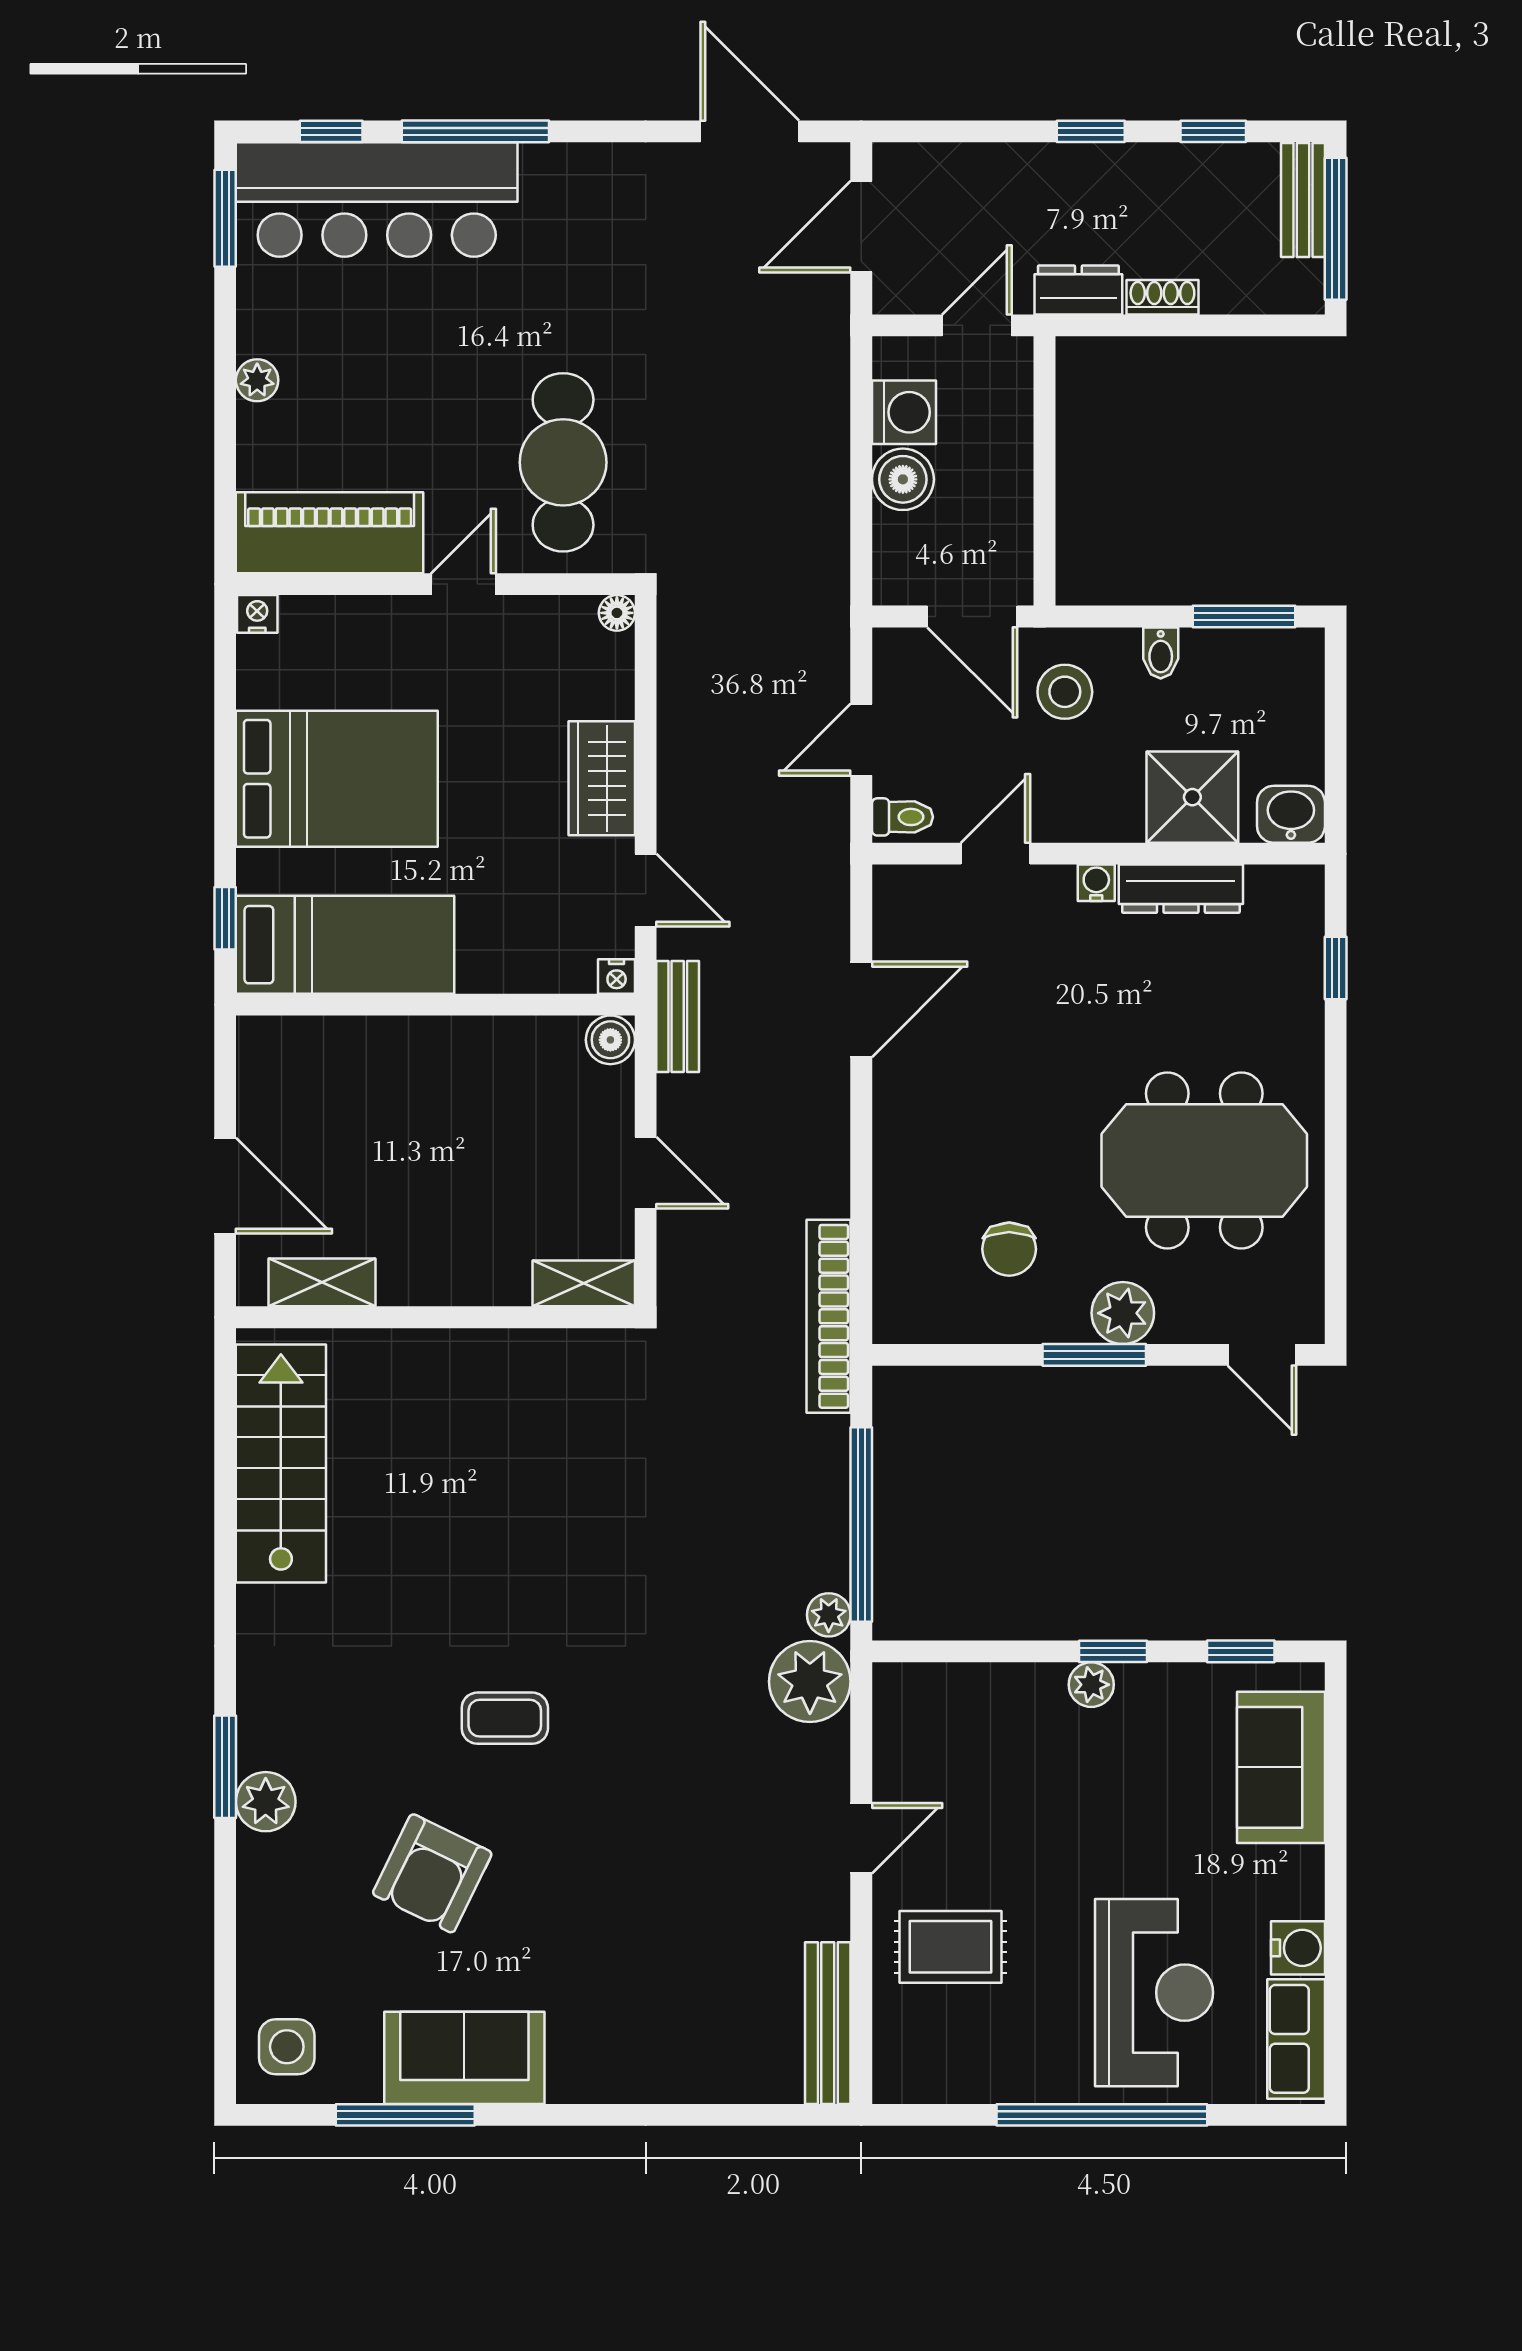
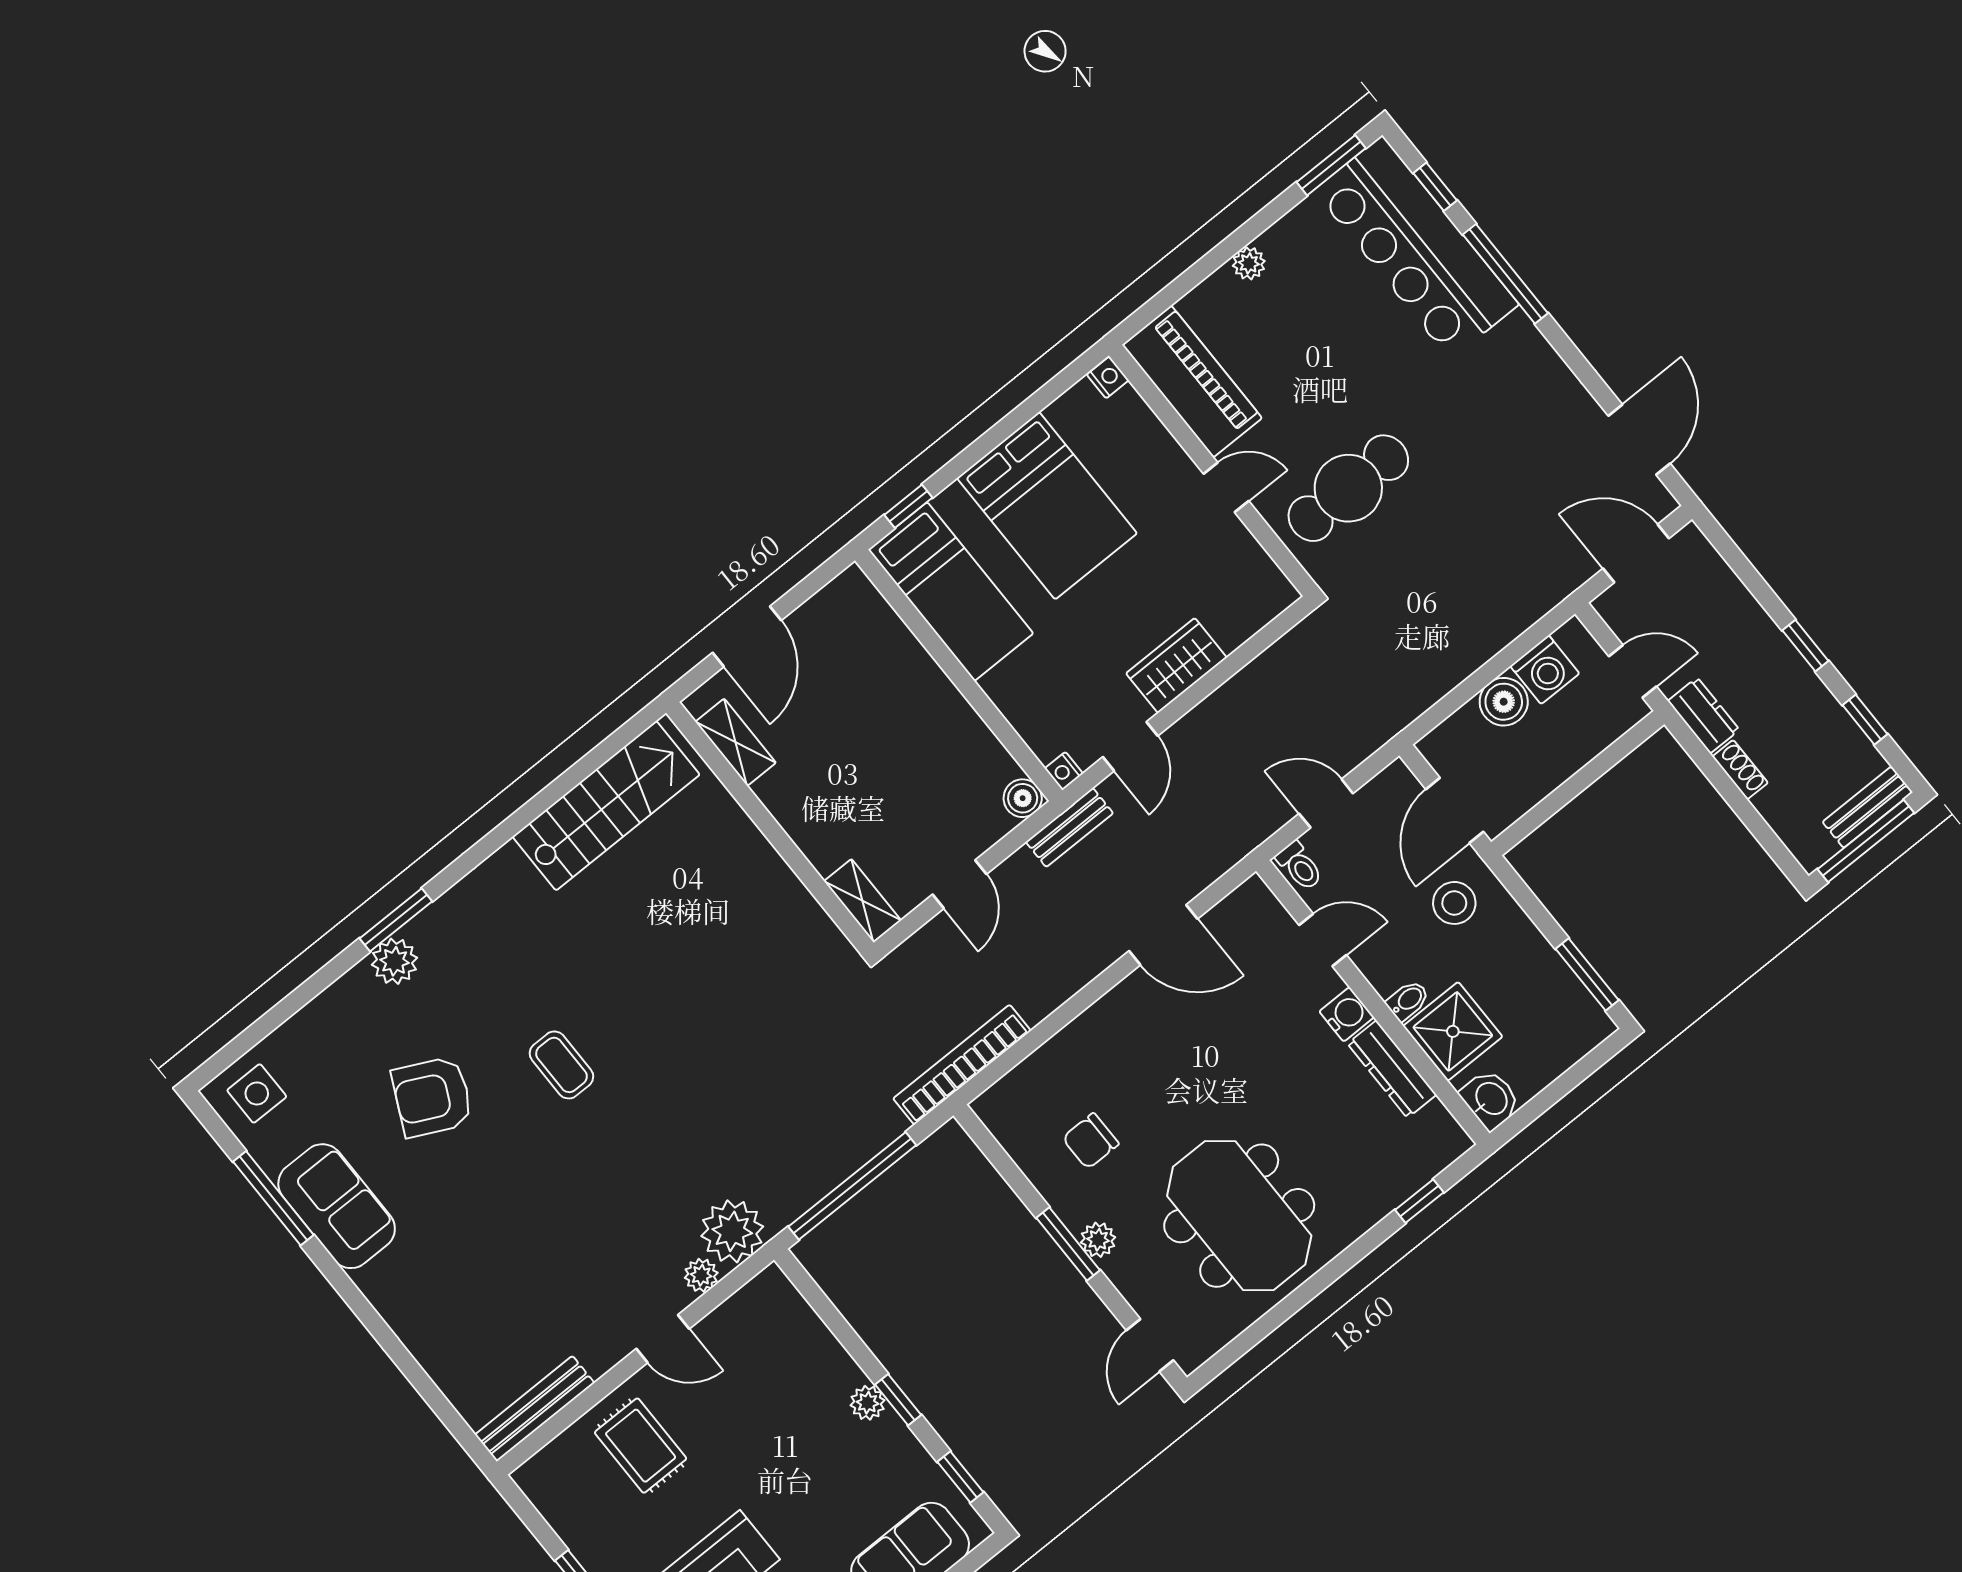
floor lamp: (617, 613) -> (1284, 594), removed
bidet: (1161, 653) -> (1408, 1000), moved, turned 180
water cooler: (1096, 883) -> (1347, 1014), width x1.38, depth x1.38
plant: (1123, 1313) -> (1098, 1240), width x0.73, depth x0.73
plant: (829, 1615) -> (701, 1275), moved

